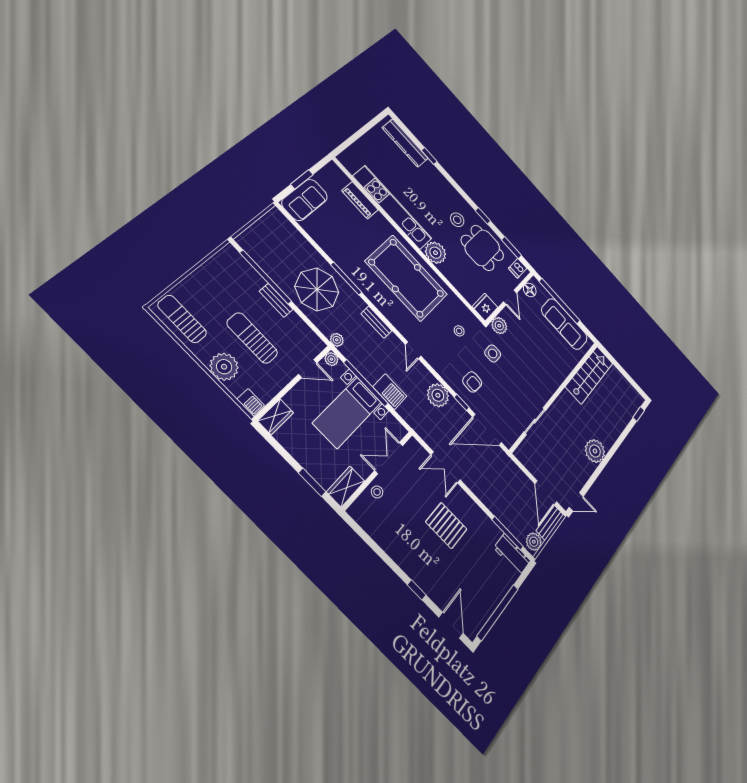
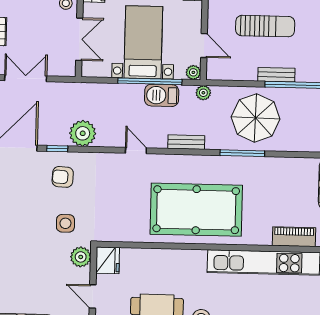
plant: (435, 253) -> (193, 263), removed
stool: (459, 331) -> (112, 212), removed
door: (308, 369) -> (204, 46), swing flipped
barbecue: (390, 392) -> (162, 95), moved

